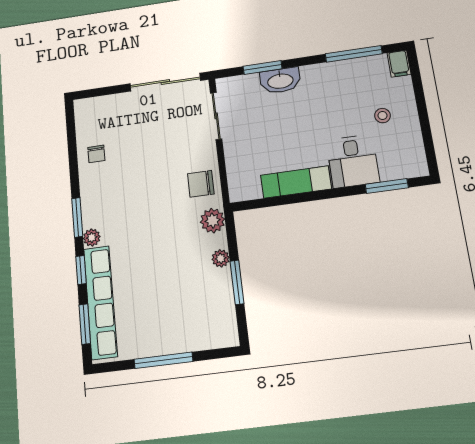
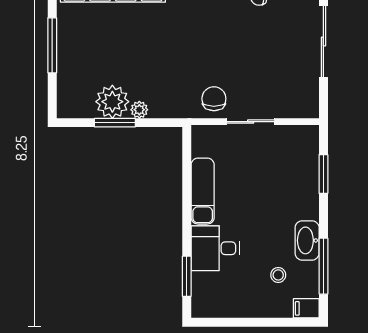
washbasin: (280, 80) -> (307, 240), moved
sliding door: (165, 82) -> (323, 42), moved
sliding door: (216, 116) -> (251, 122), moved
stool: (382, 116) -> (278, 275), moved
plant: (213, 221) -> (112, 102), moved, width x1.36, depth x1.36

